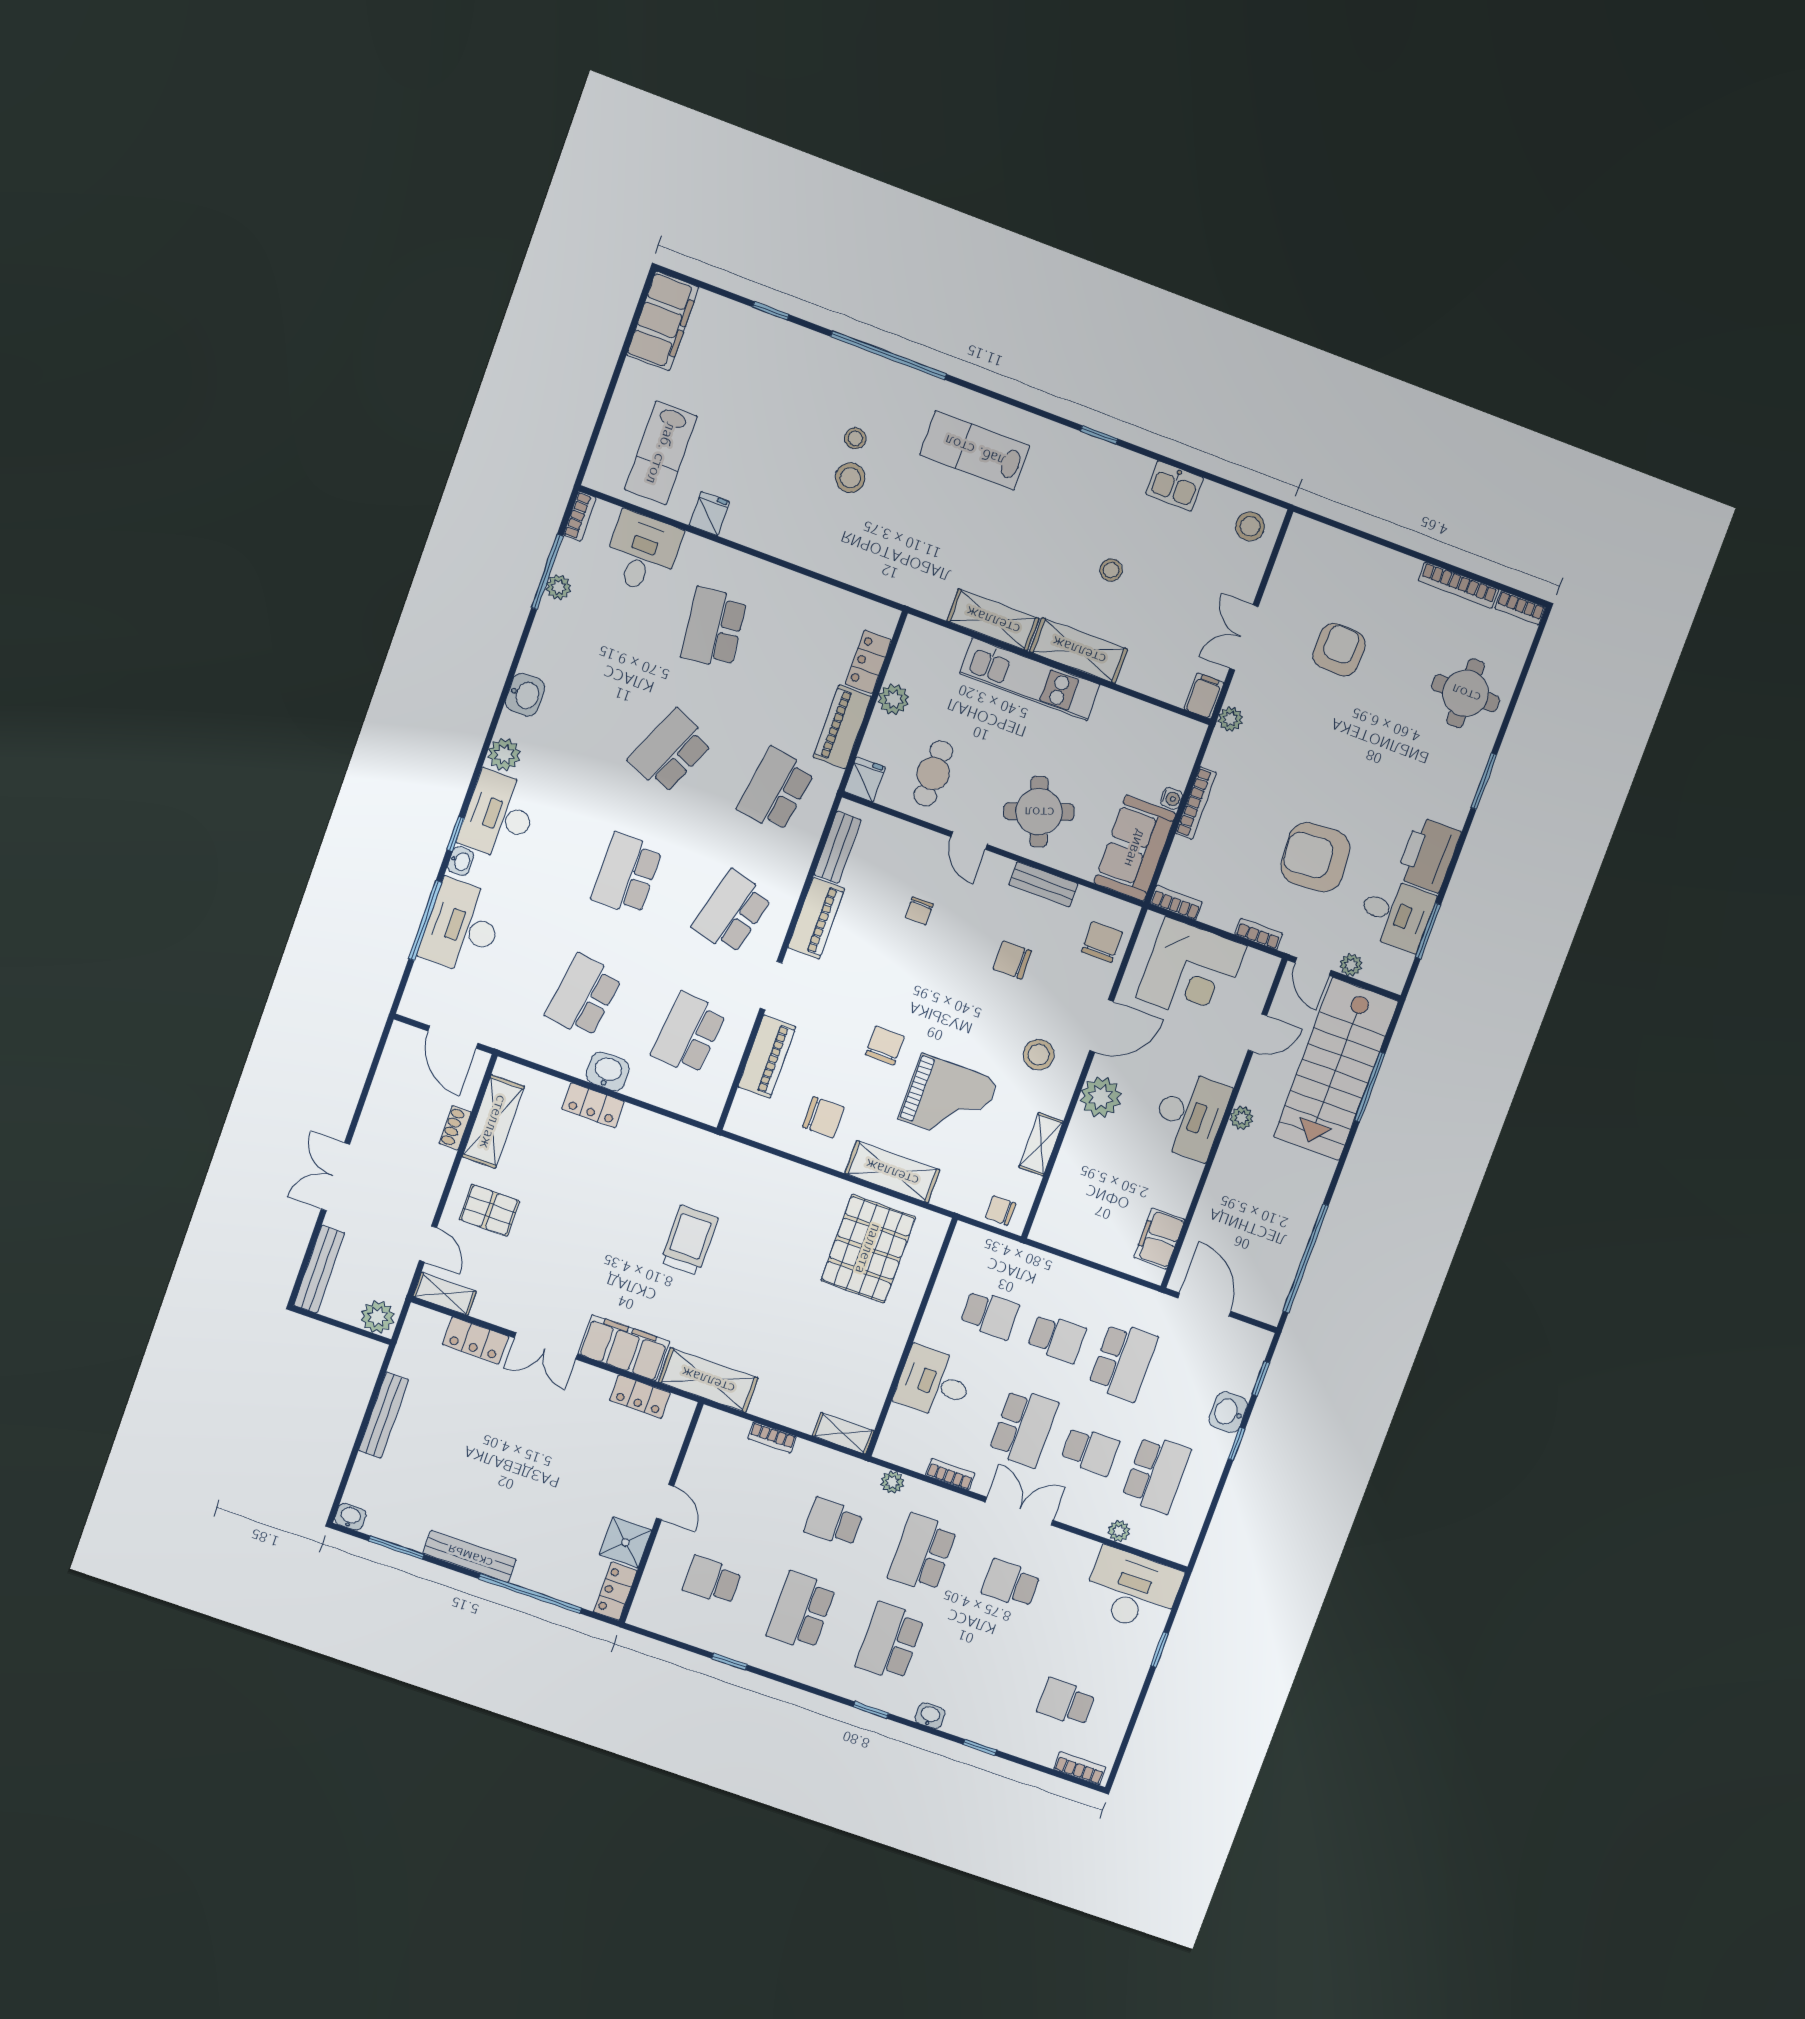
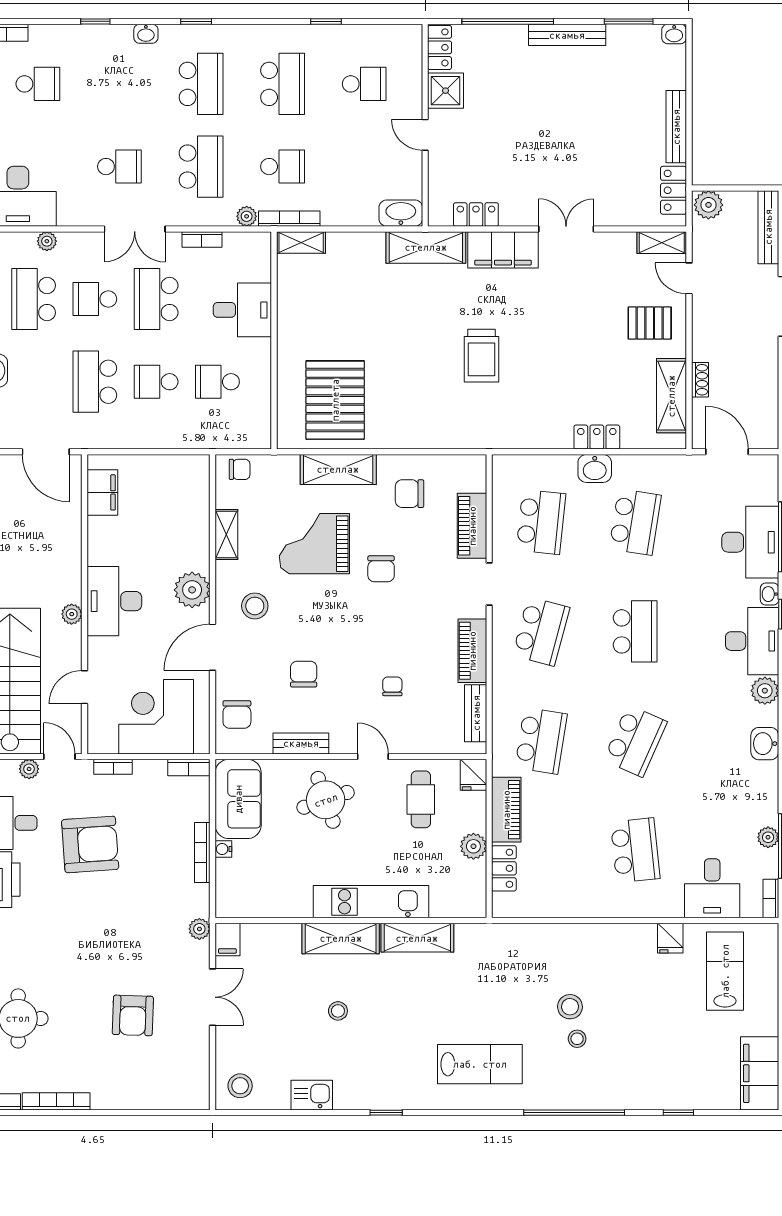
chair: (1012, 960) -> (304, 674), turned -90
locker: (475, 1340) -> (674, 190), moved, turned -90
washbasin: (722, 1427) -> (401, 213), added
bookcase: (772, 1438) -> (289, 219), moved, width x1.56

